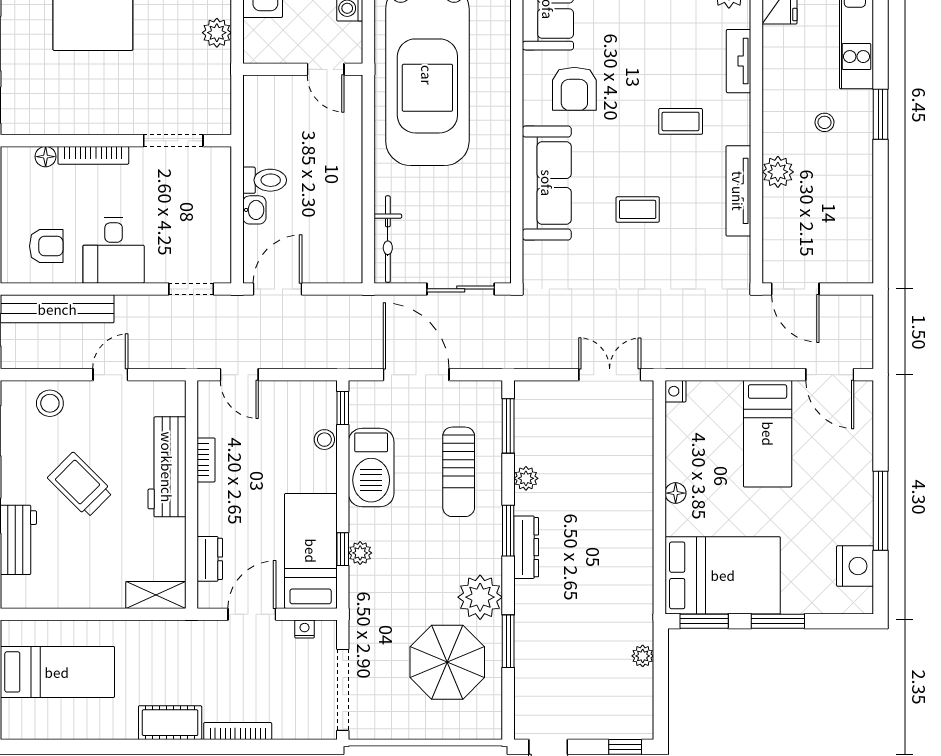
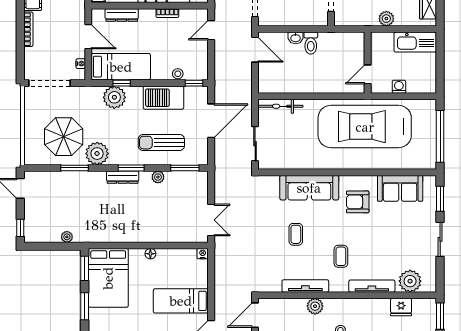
tv unit: (739, 61) -> (372, 286), width x1.41
plant: (360, 553) -> (114, 97), width x1.88, depth x1.88
dresser: (210, 559) -> (122, 15), width x1.44

